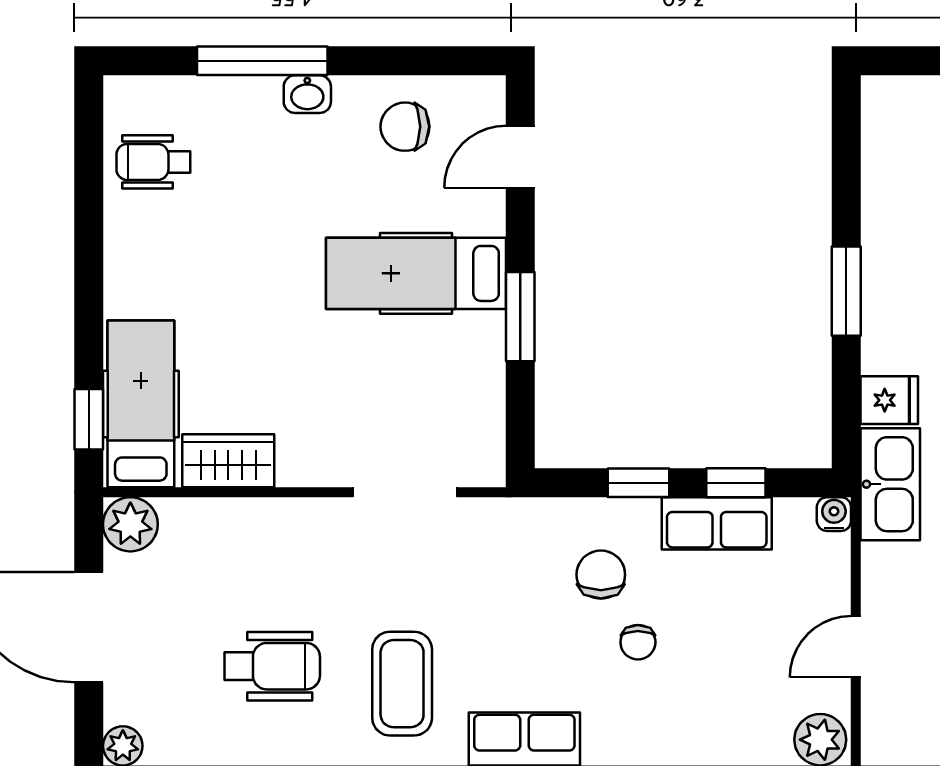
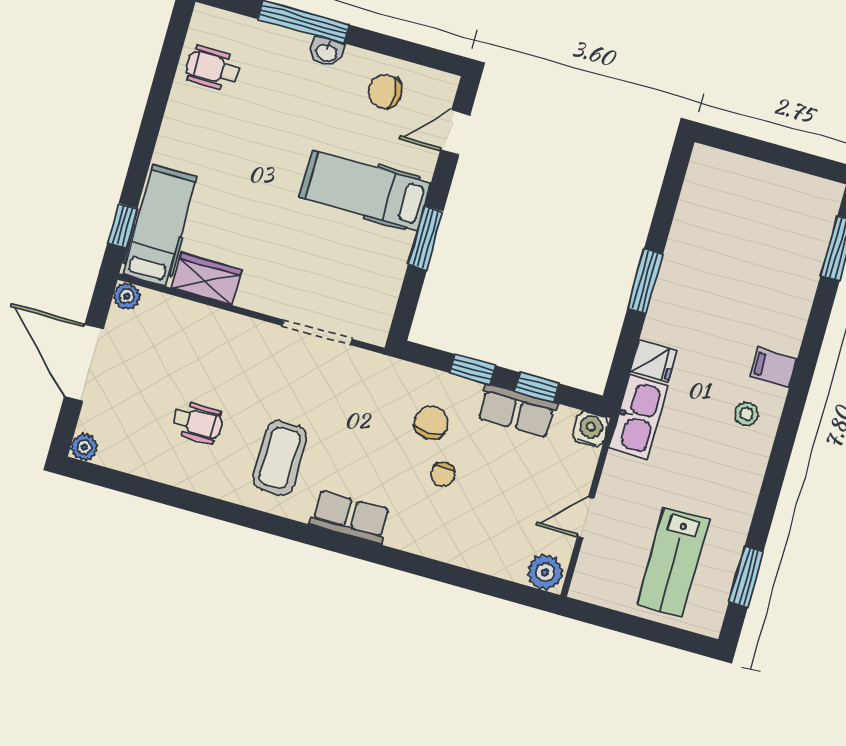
water cooler: (834, 514) -> (590, 429), width x1.38, depth x1.38
plant: (130, 524) -> (127, 296), width x0.73, depth x0.73
wheelchair: (272, 666) -> (197, 422), width x0.73, depth x0.73

